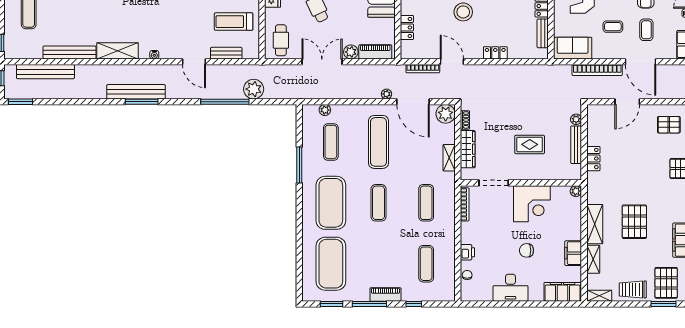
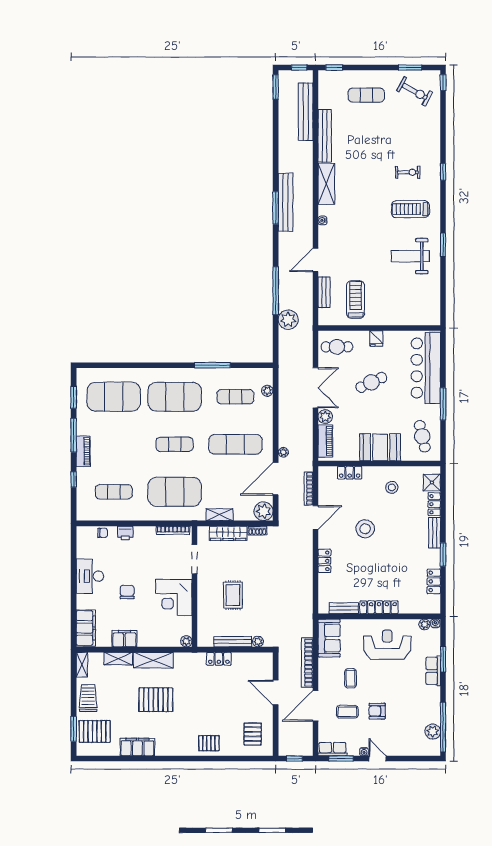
exercise mat: (426, 203) -> (175, 492), width x2.00, depth x1.45

